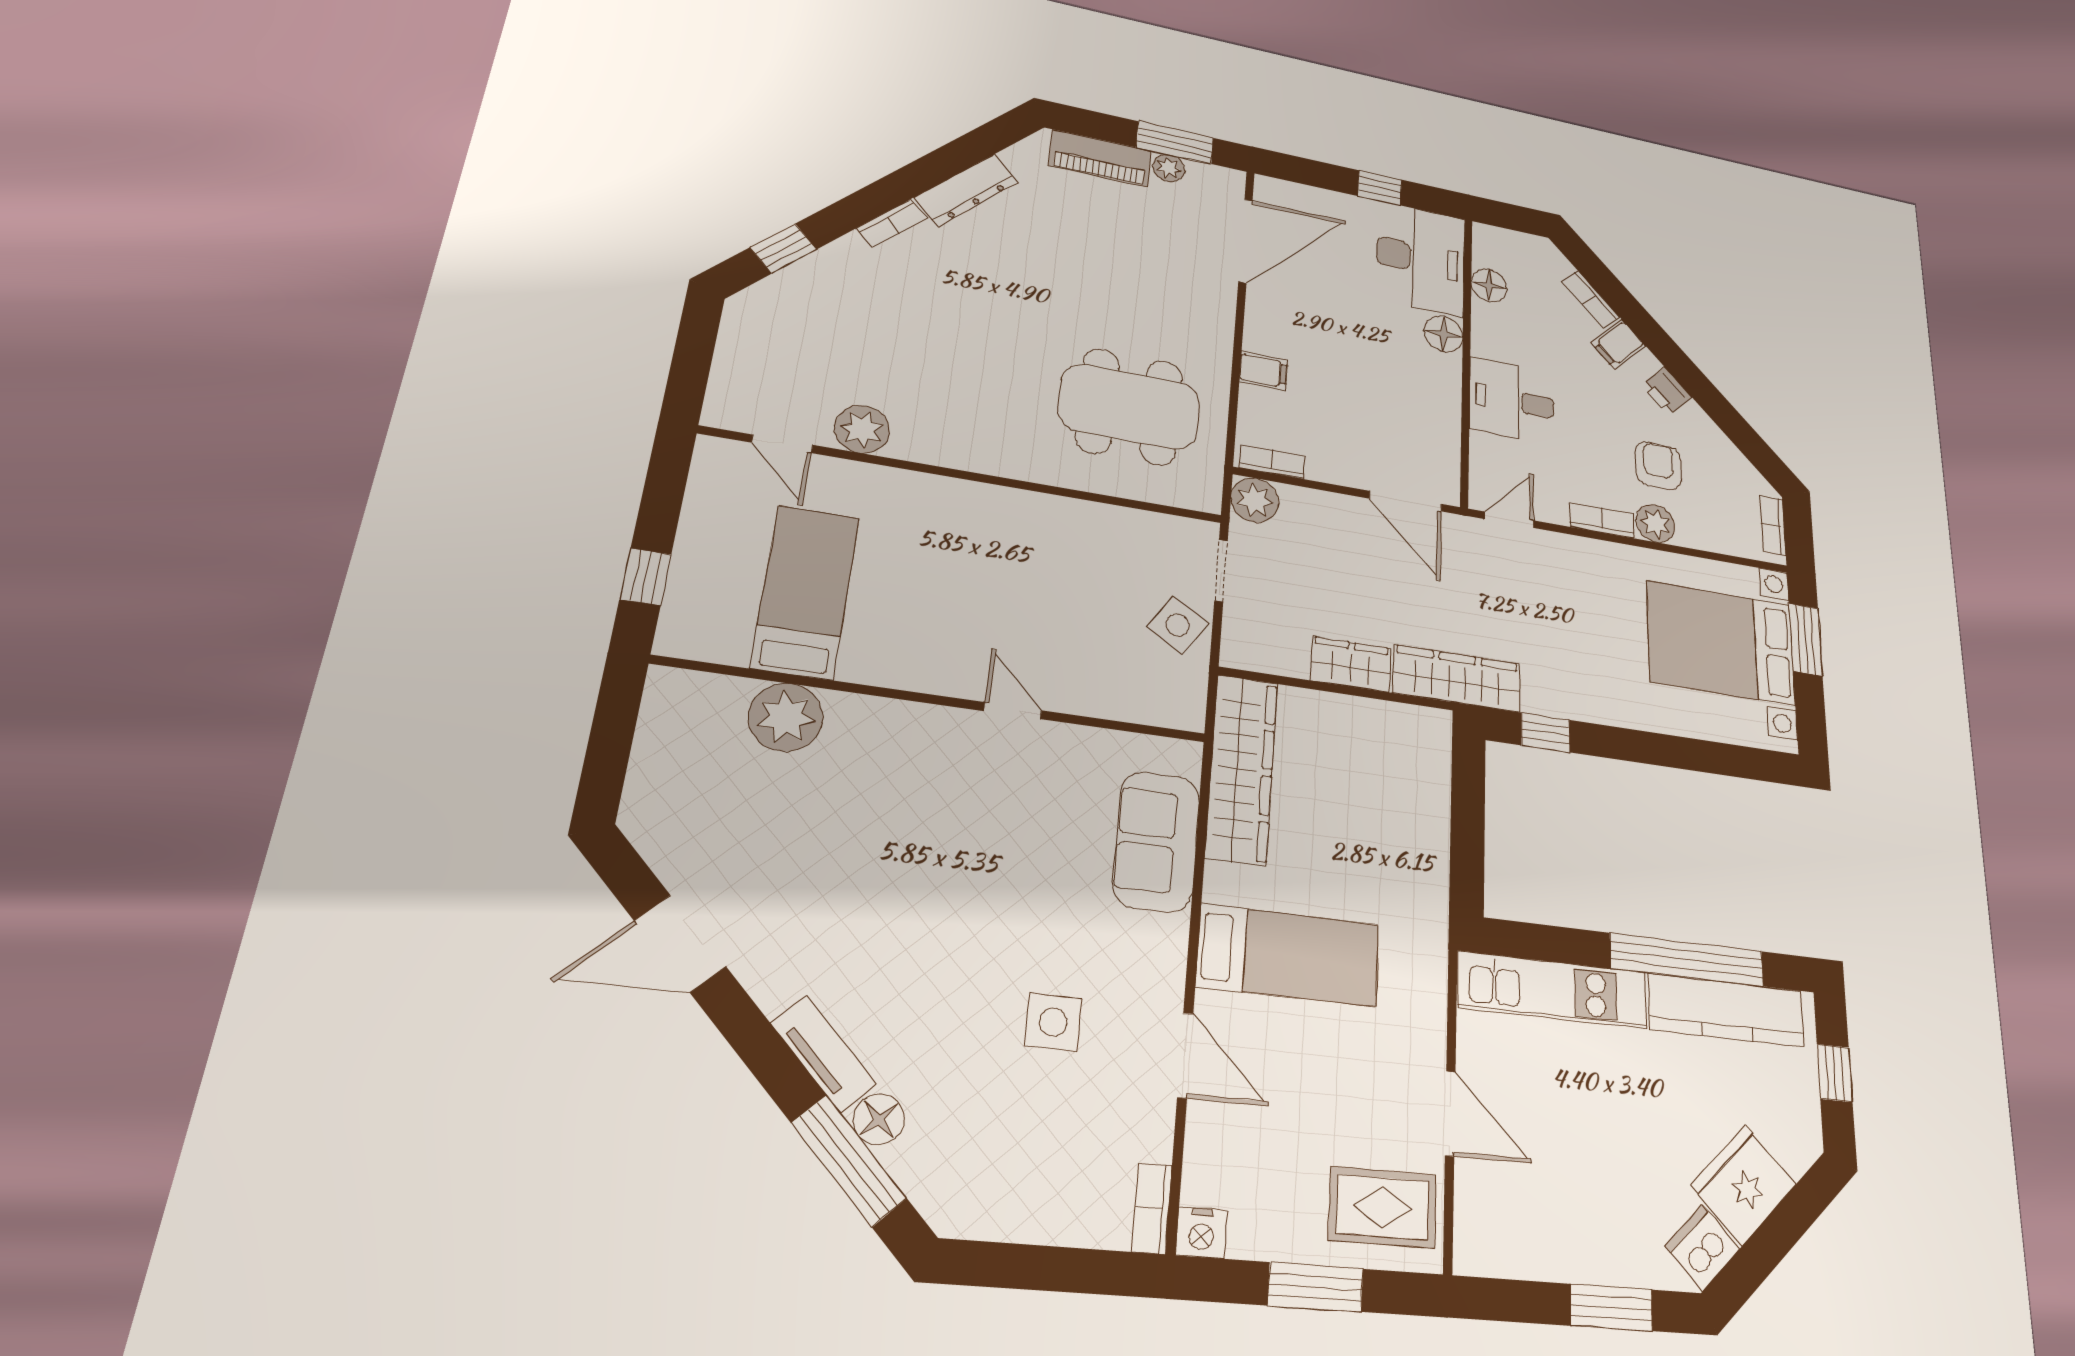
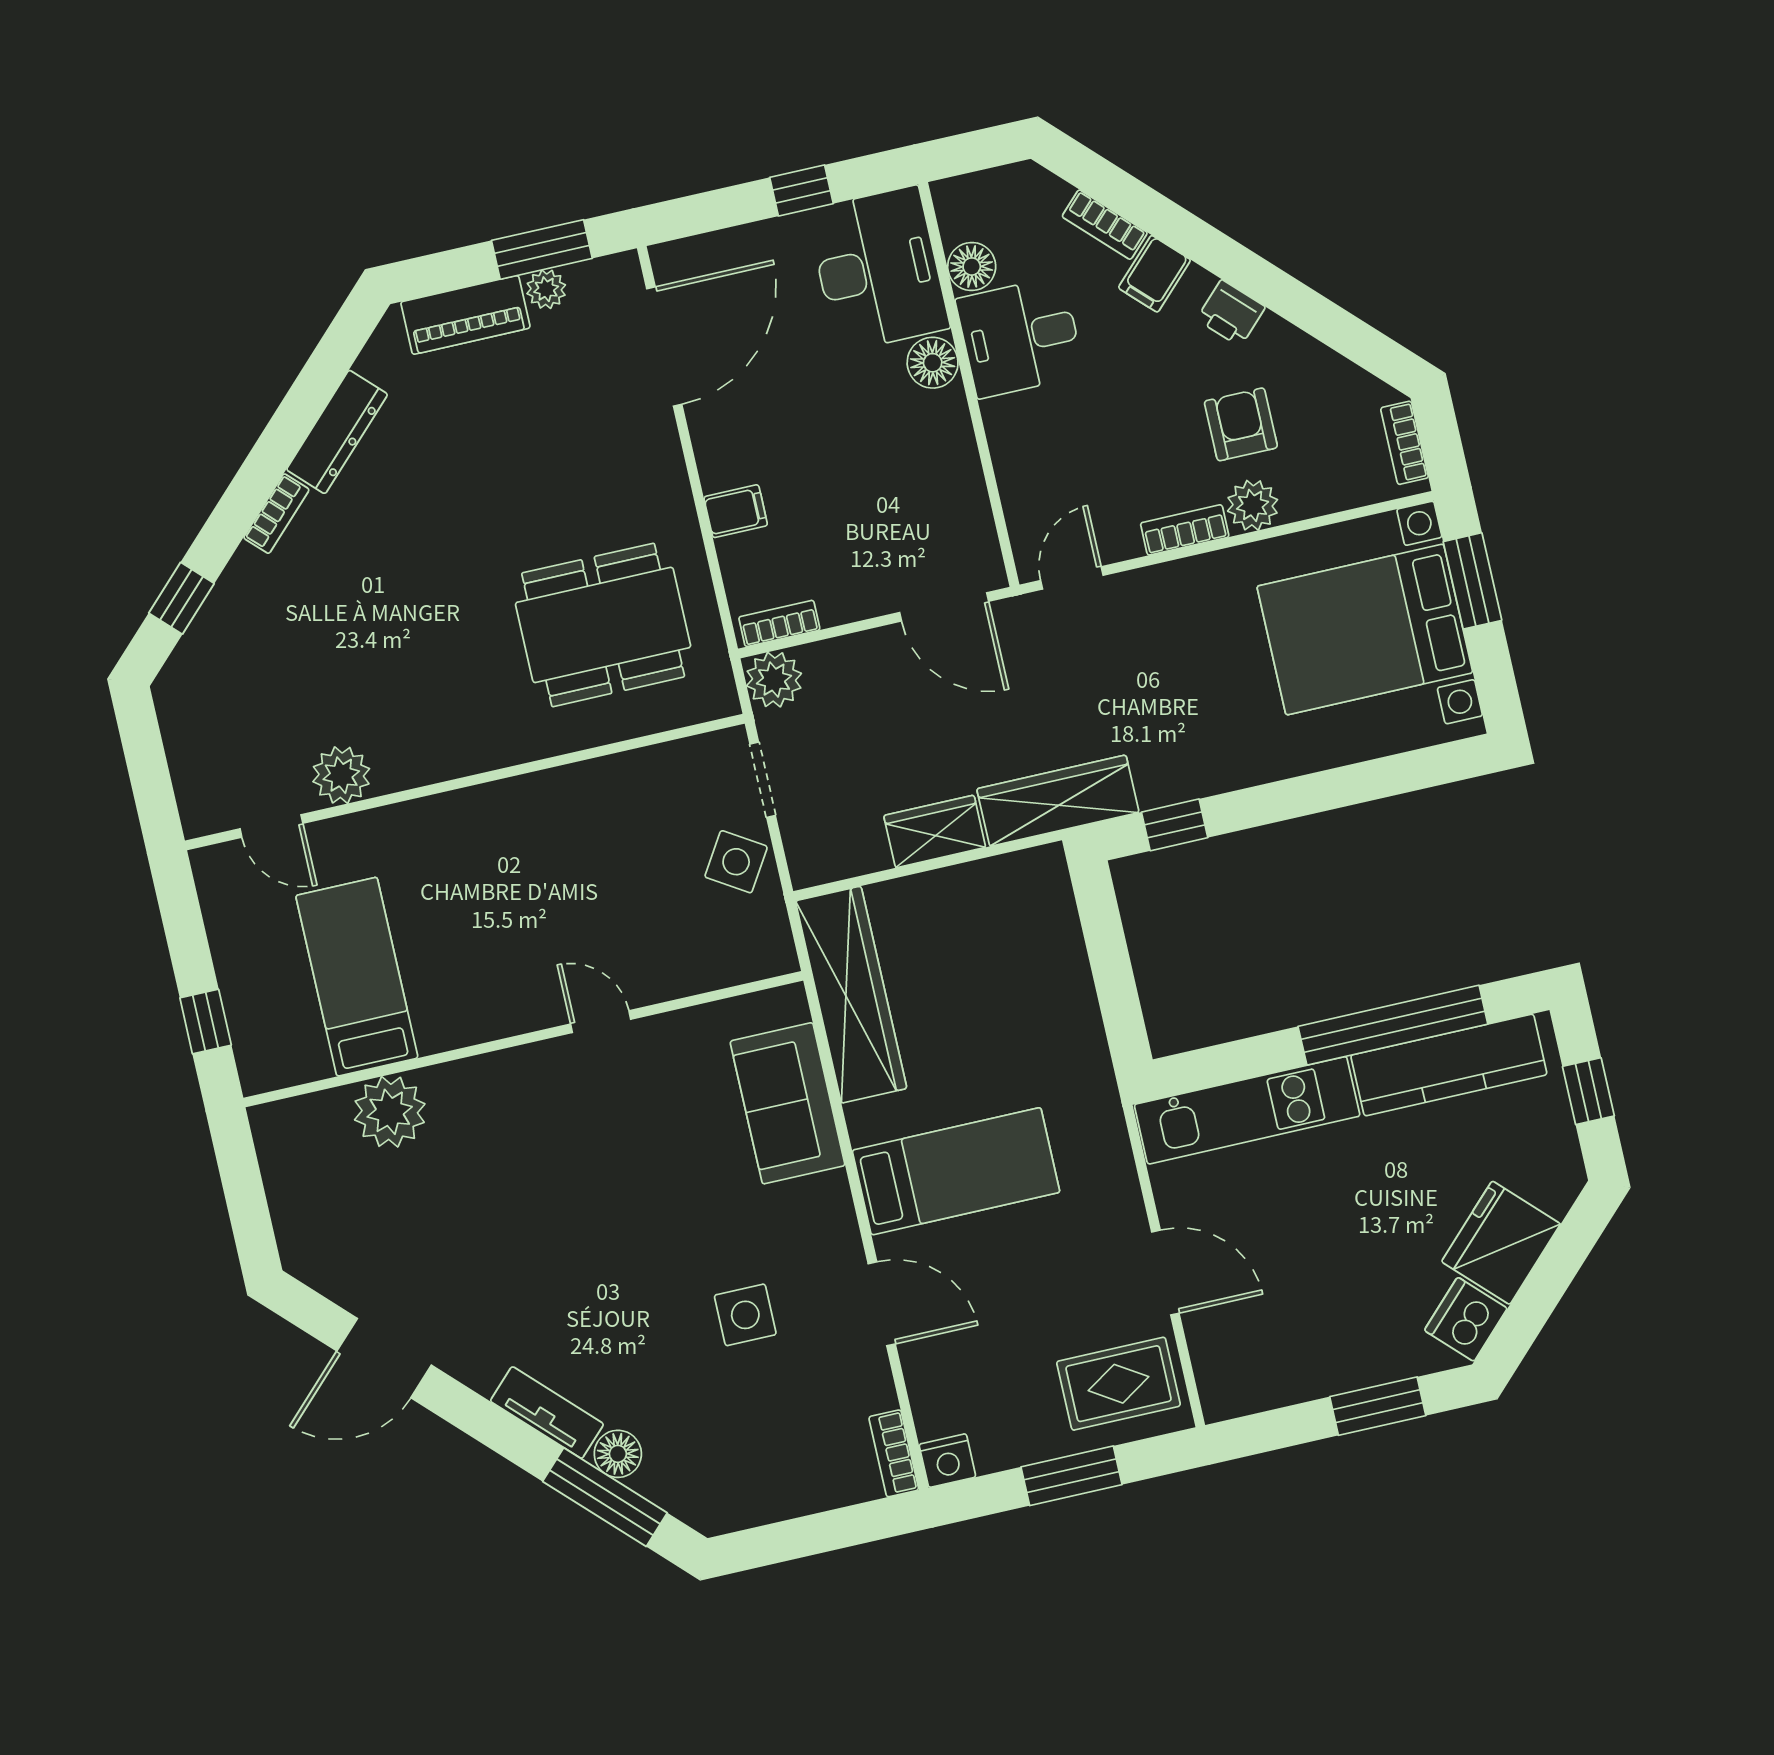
desk: (1512, 401) -> (1020, 337), moved

